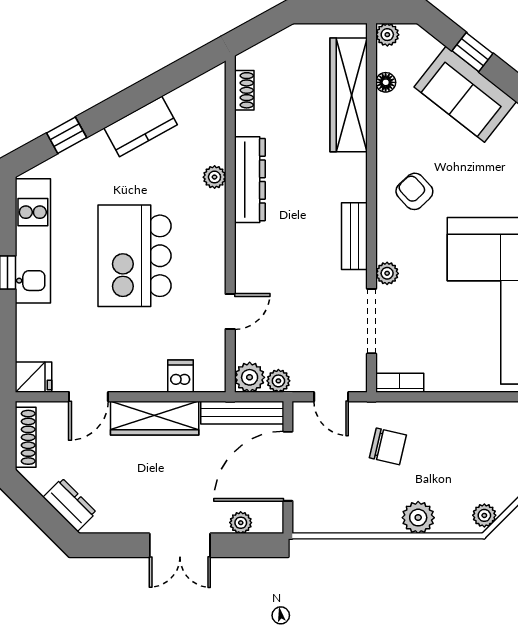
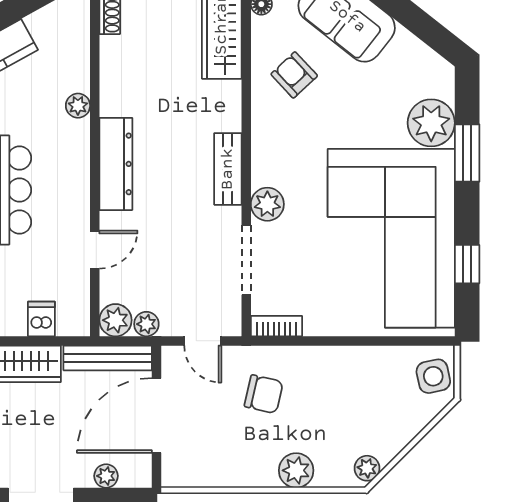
dresser: (250, 180) -> (116, 164), moved
armchair: (414, 191) -> (294, 75), moved
plant: (387, 273) -> (267, 204), width x1.38, depth x1.38

